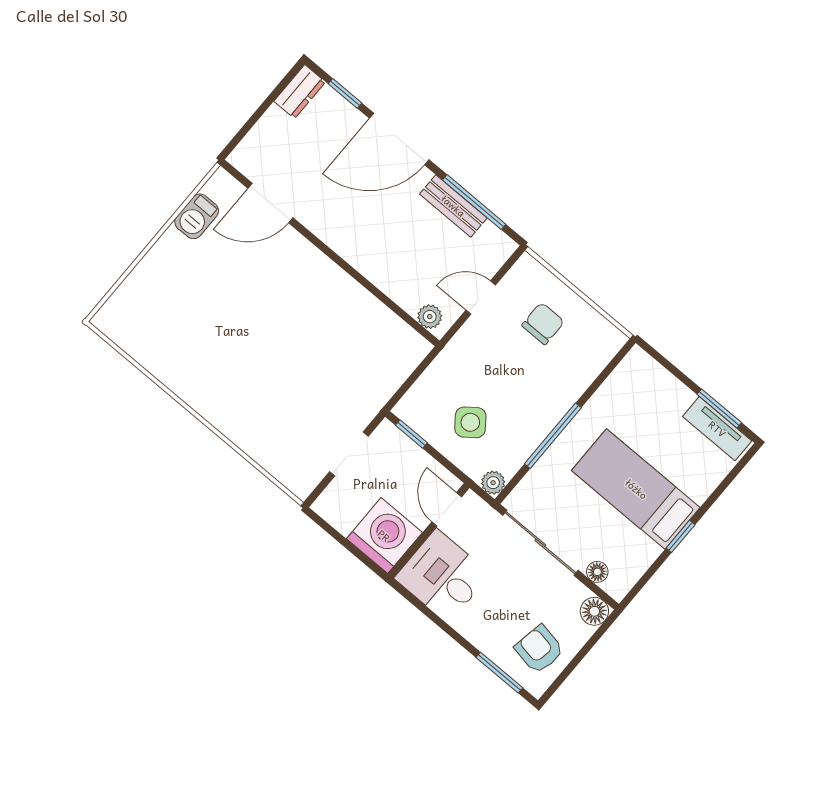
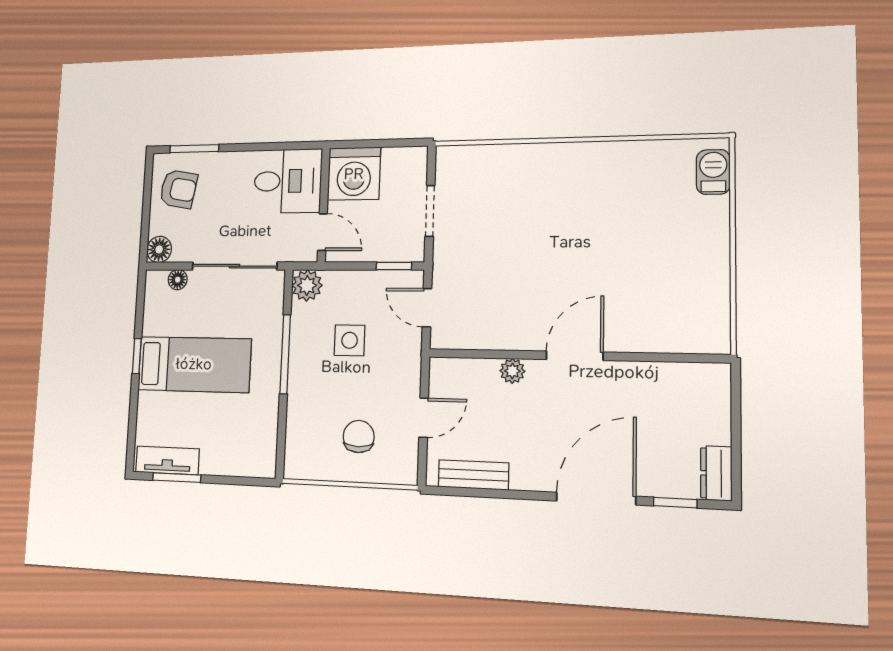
window: (474, 202) -> (490, 493), removed
door: (270, 203) -> (575, 356), moved
bench: (453, 206) -> (473, 475), moved
barbecue: (197, 216) -> (713, 172), moved
plant: (430, 317) -> (512, 371), moved
chair: (543, 323) -> (359, 437), turned 180
door: (411, 380) -> (427, 308), added
side table: (470, 422) -> (350, 340), moved, turned 37
plant: (493, 483) -> (307, 285), width x1.38, depth x1.38

